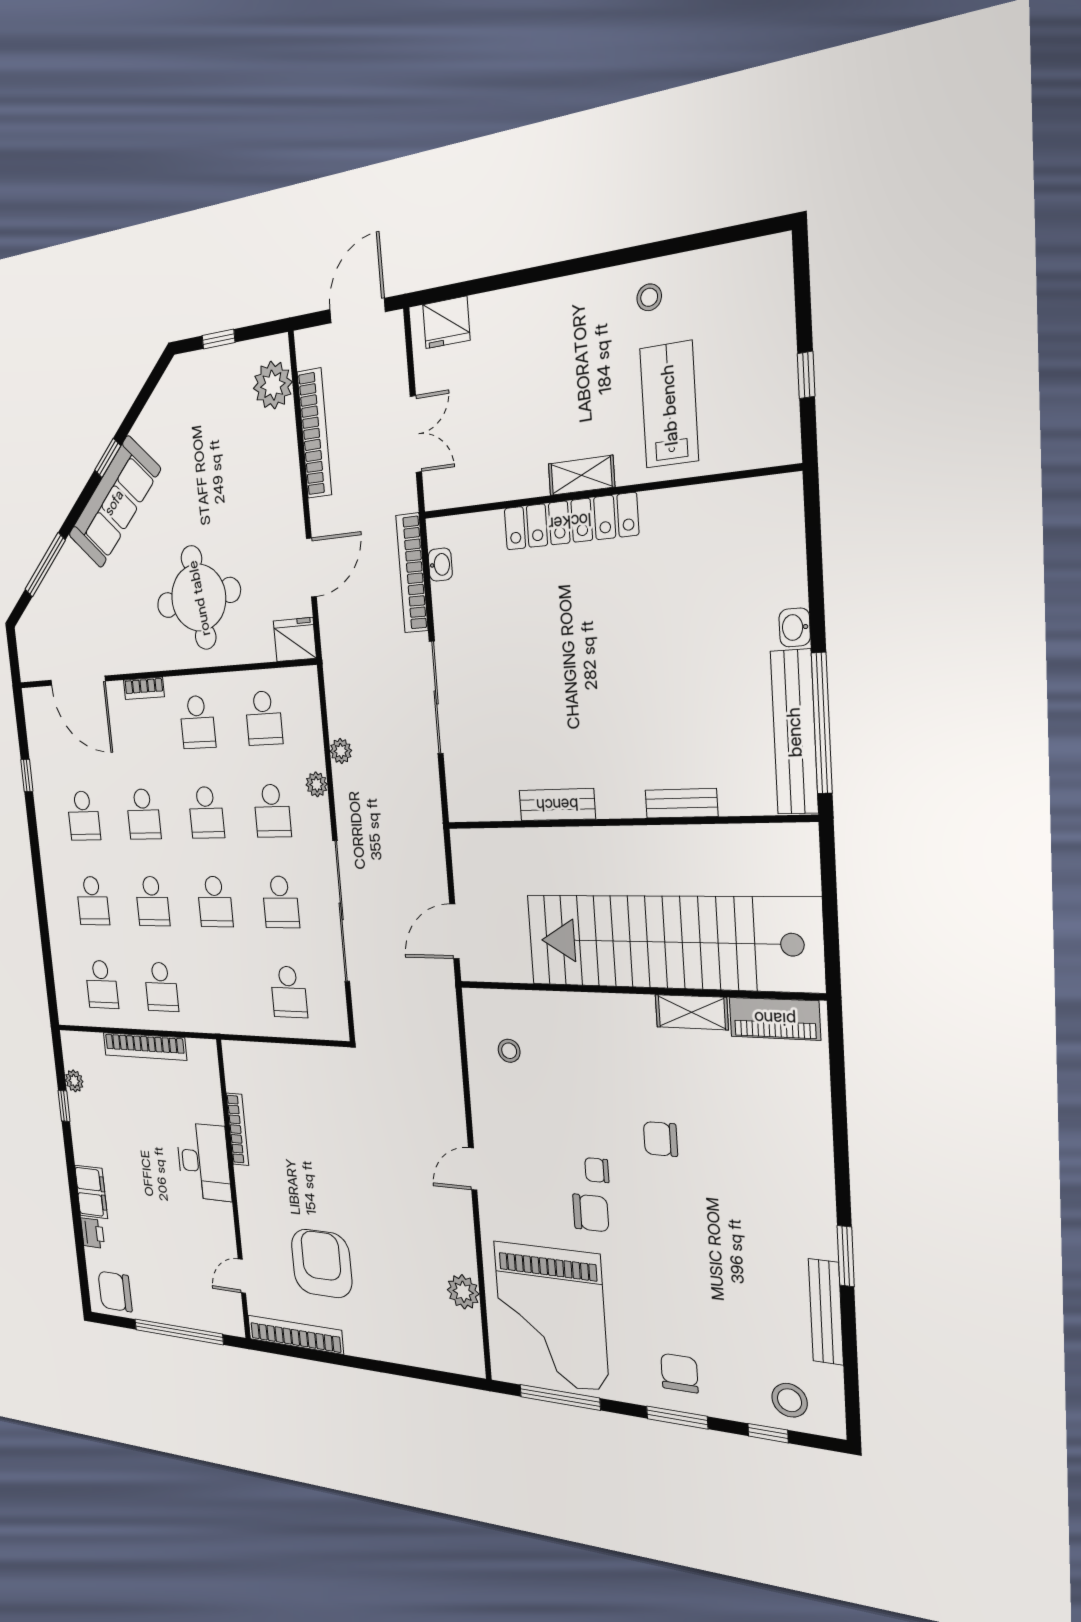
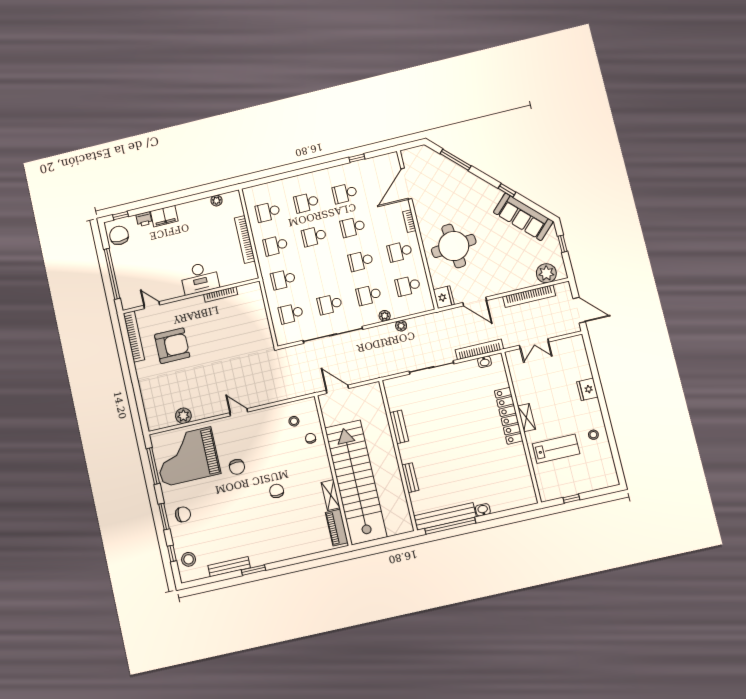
fridge: (446, 322) -> (587, 389), moved
sofa: (114, 502) -> (523, 217), moved
school desk: (215, 902) -> (283, 279), moved
window: (64, 1106) -> (121, 216), moved
chair: (597, 1170) -> (311, 438), moved

